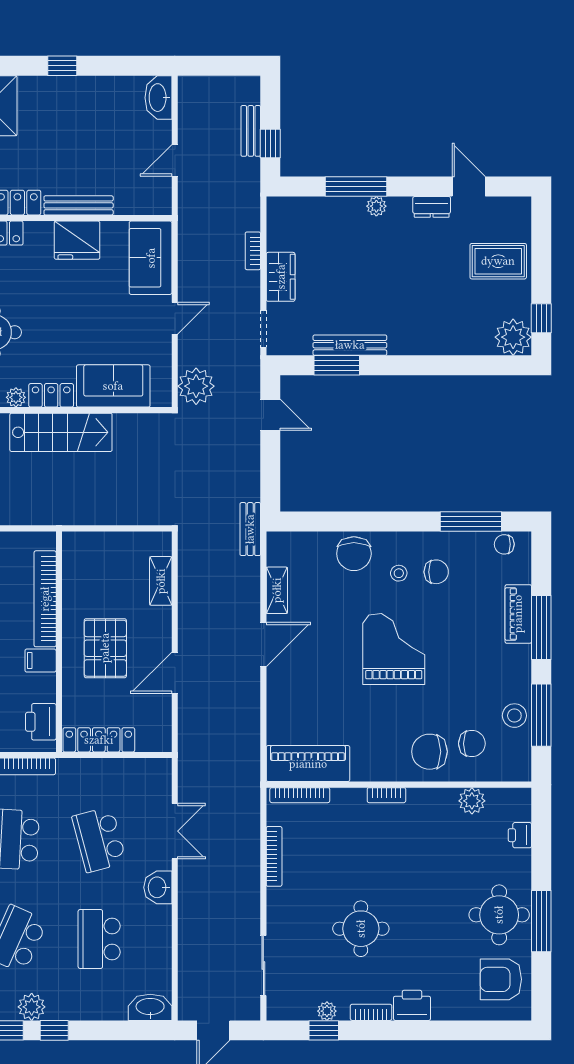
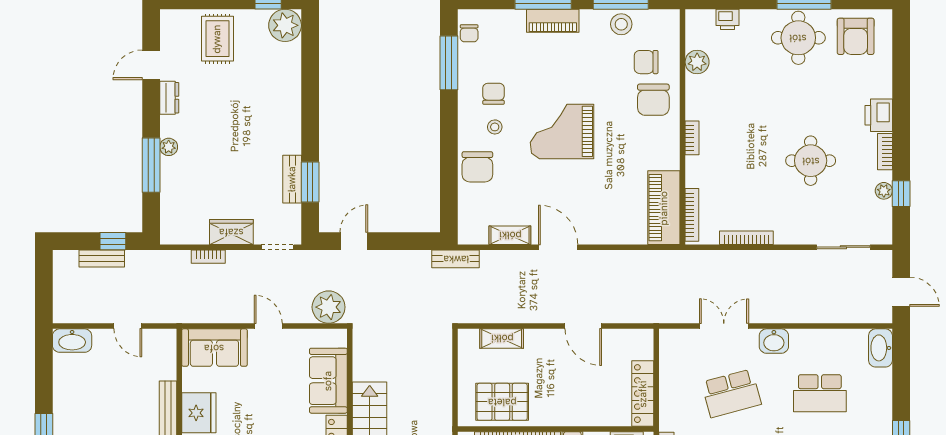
bench: (350, 345) -> (292, 179), width x0.73
chair: (354, 554) -> (477, 167), turned 90
piano: (518, 614) -> (553, 21), moved
pallet: (105, 648) -> (502, 402), moved
chair: (472, 744) -> (646, 62), turned -90

